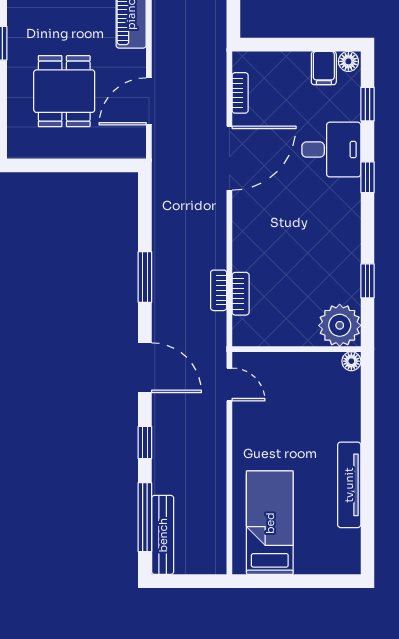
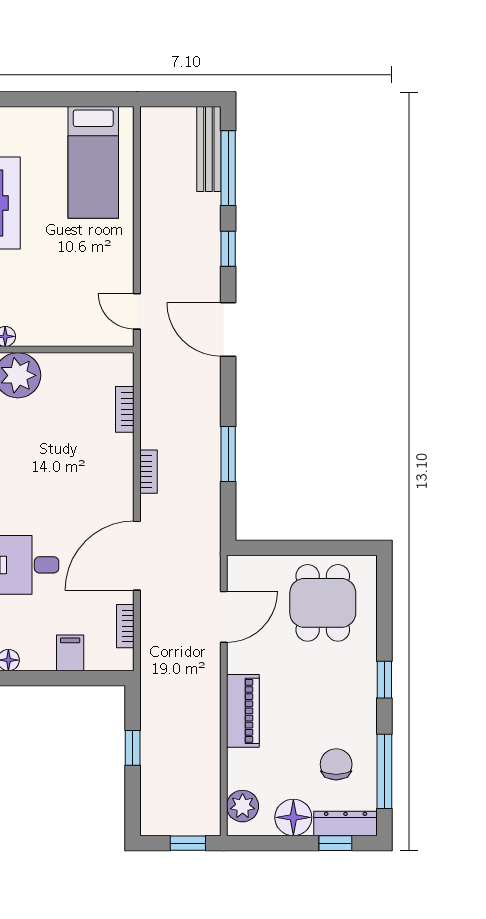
filing cabinet: (324, 68) -> (70, 653), moved
dining table: (64, 91) -> (323, 603), moved
window: (145, 277) -> (228, 454), moved
bookcase: (219, 290) -> (148, 472), moved

